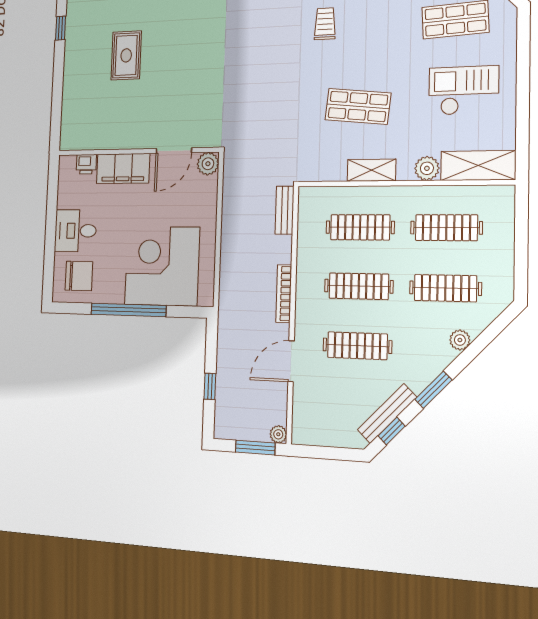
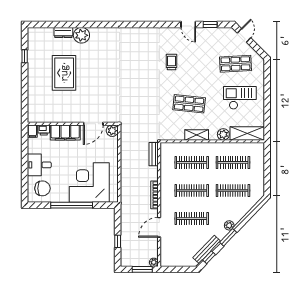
rug: (126, 55) -> (64, 73), width x1.36, depth x1.43
filing cabinet: (67, 167) -> (32, 131), added
plant: (460, 340) -> (229, 225), moved

